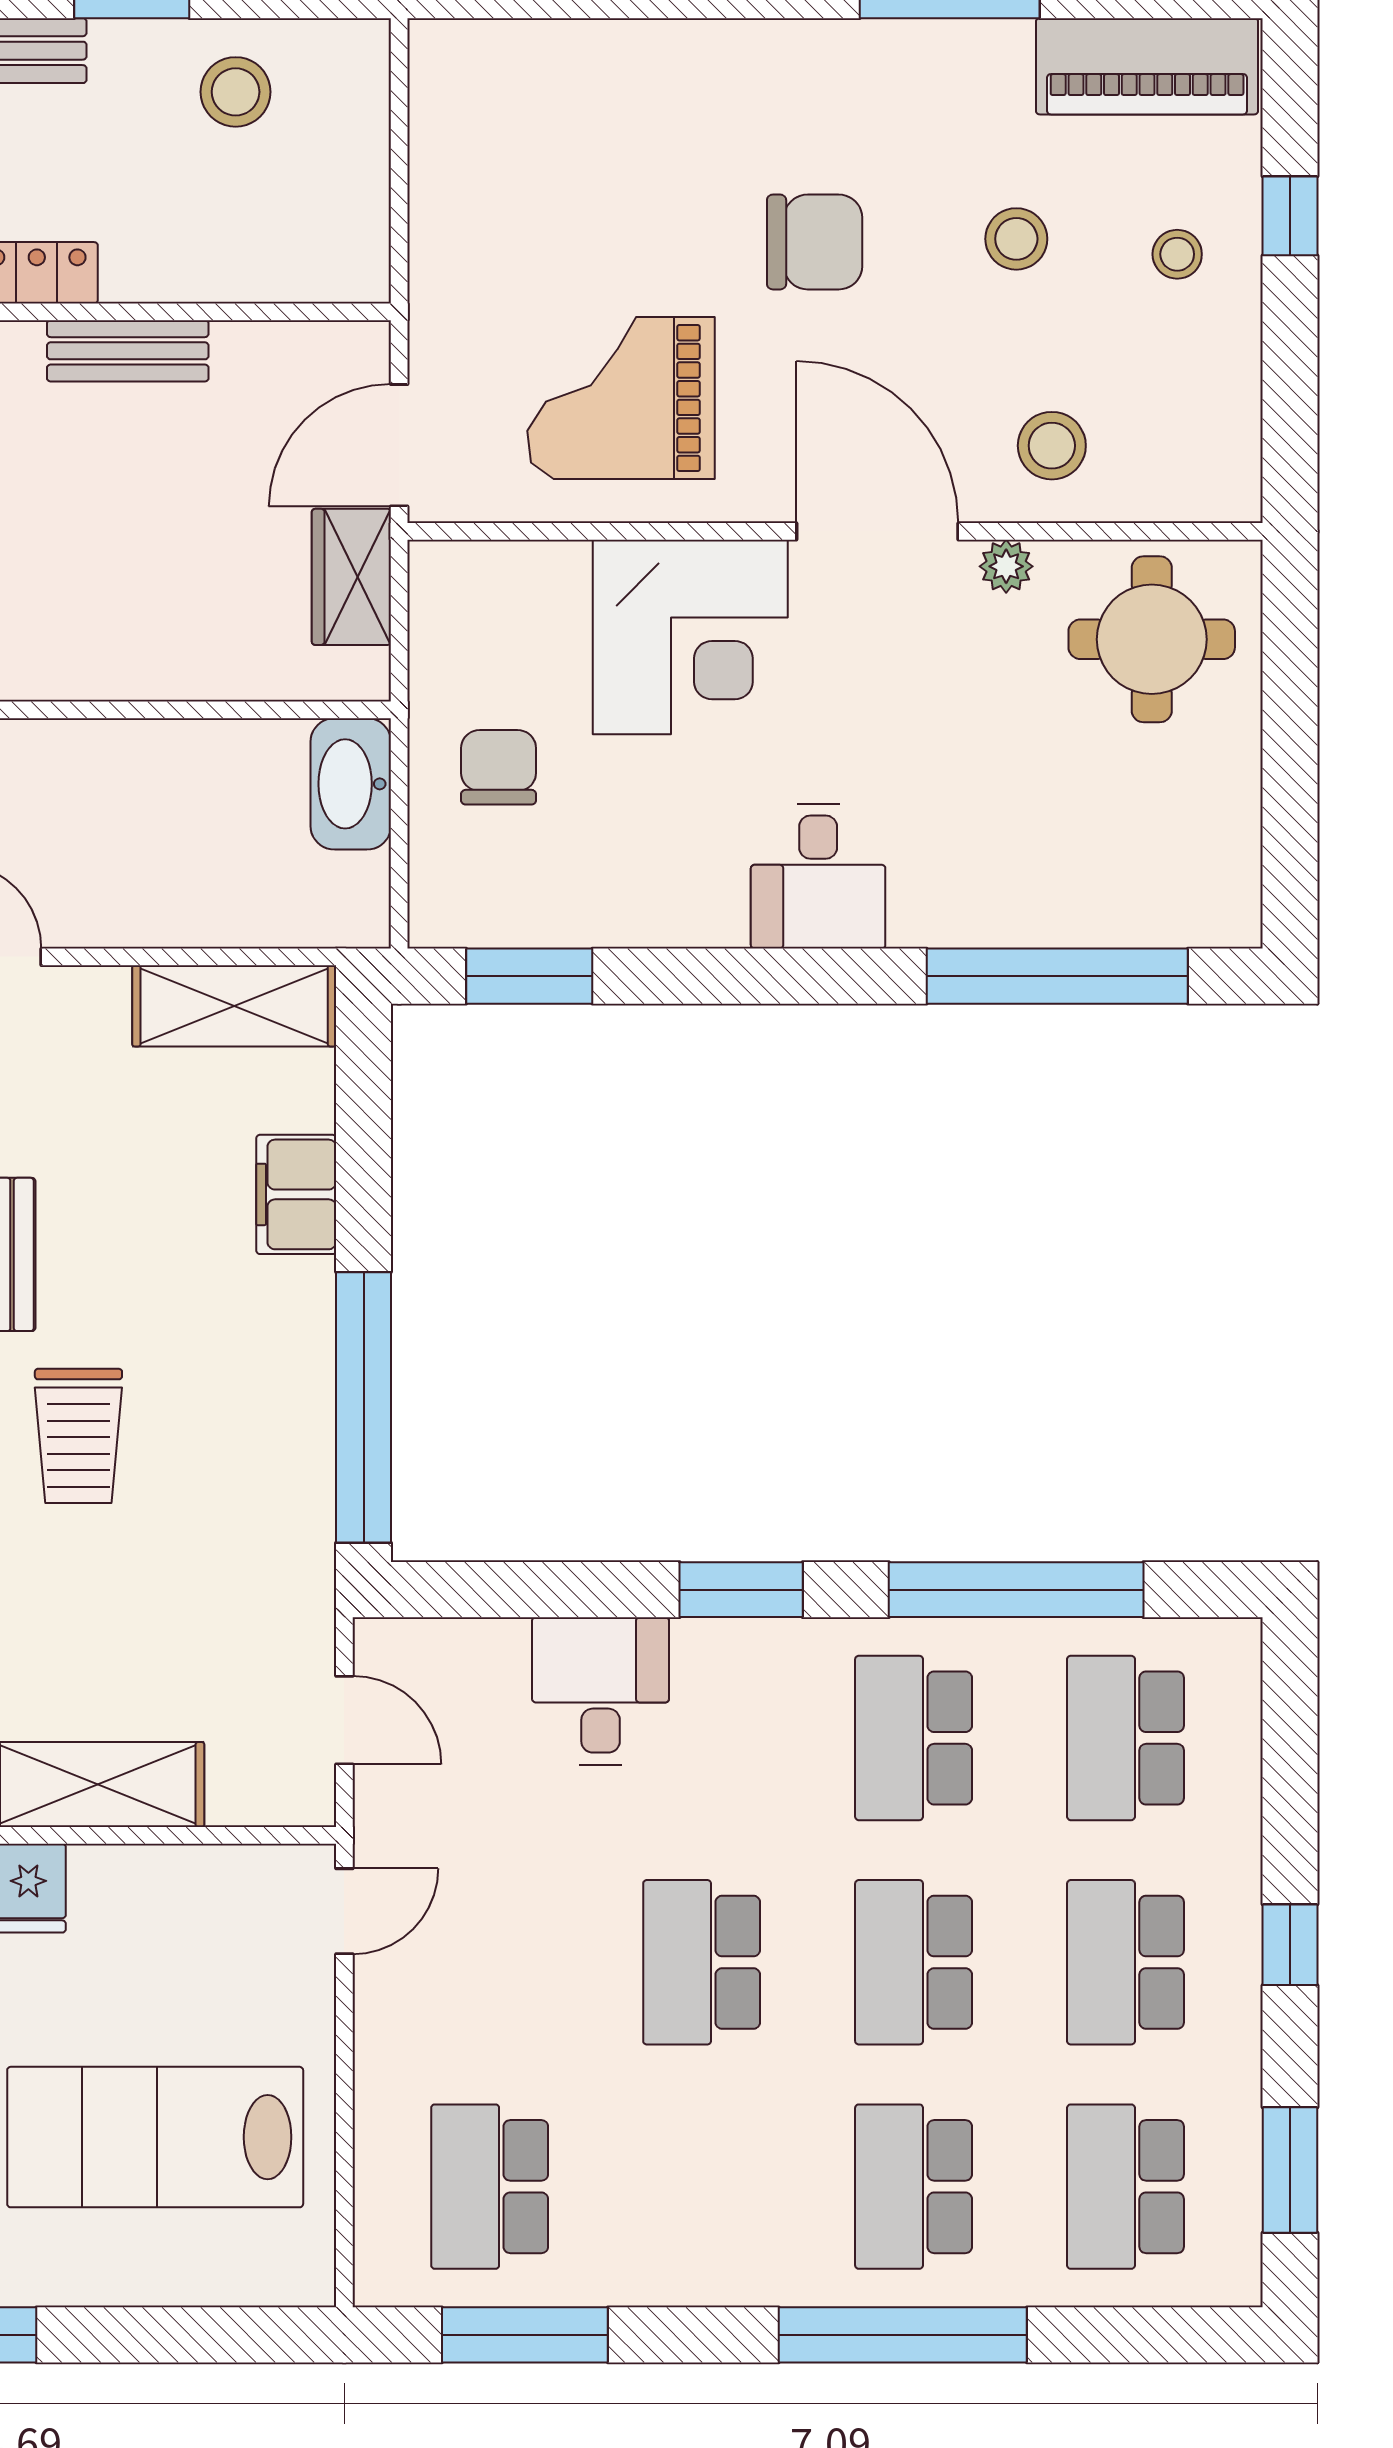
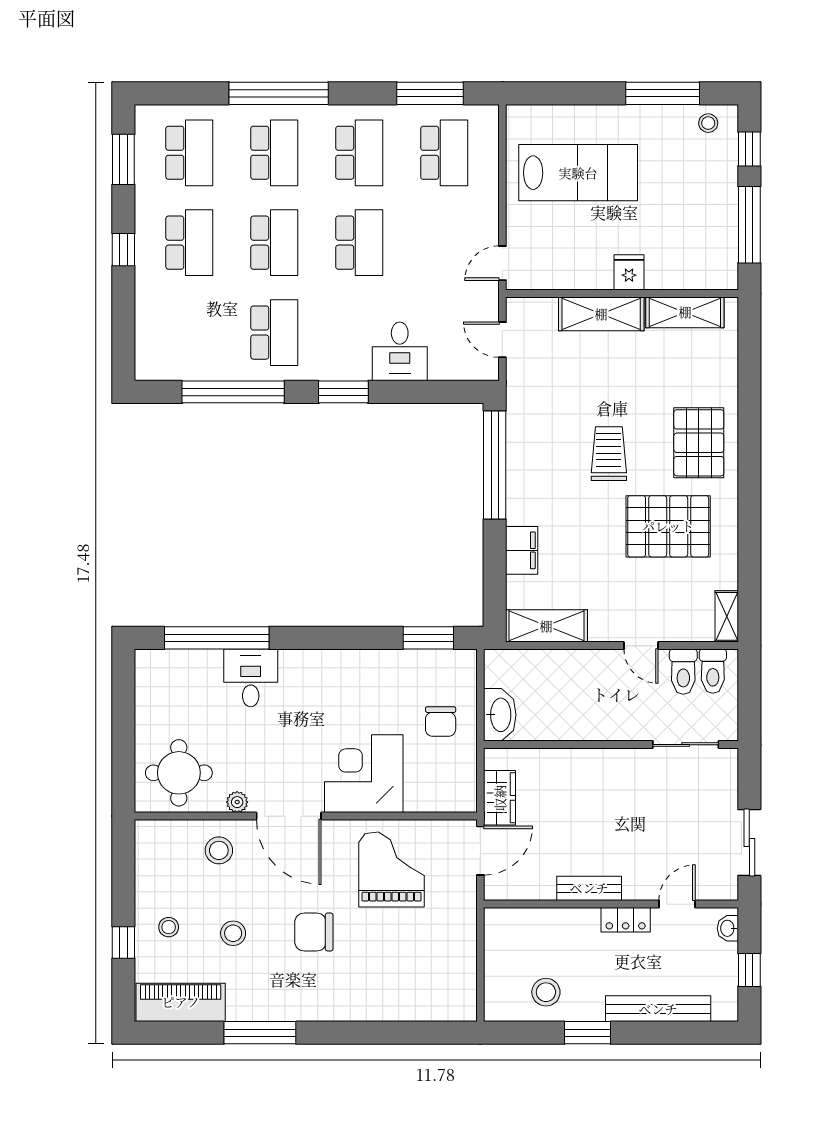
grand piano: (621, 398) -> (391, 869), turned -90
desk: (818, 876) -> (251, 678), moved
school desk: (1125, 1738) -> (359, 153), moved

